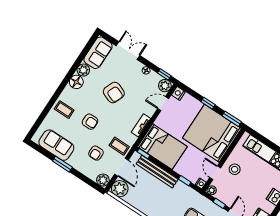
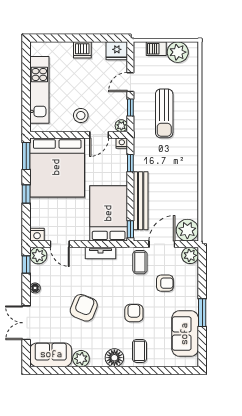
floor lamp: (76, 82) -> (114, 358), moved

